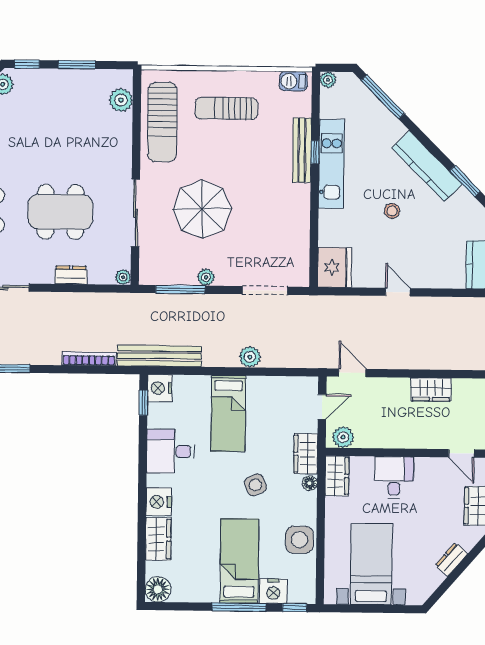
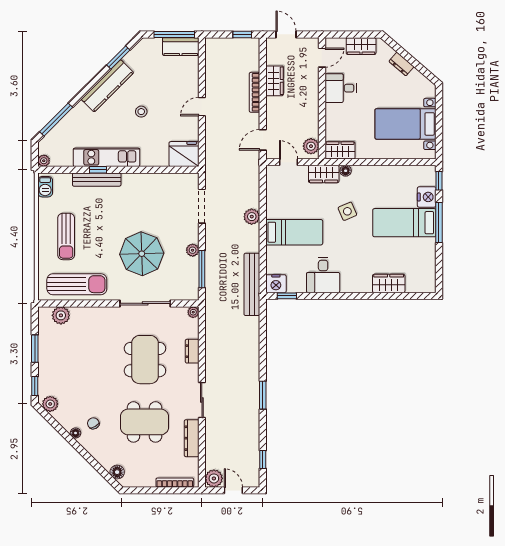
bookcase: (89, 359) -> (255, 92), moved
desk: (394, 477) -> (341, 88), moved
nightstand: (159, 502) -> (361, 283), removed
side table: (299, 540) -> (388, 178), removed
floor lamp: (158, 589) -> (426, 283), removed

